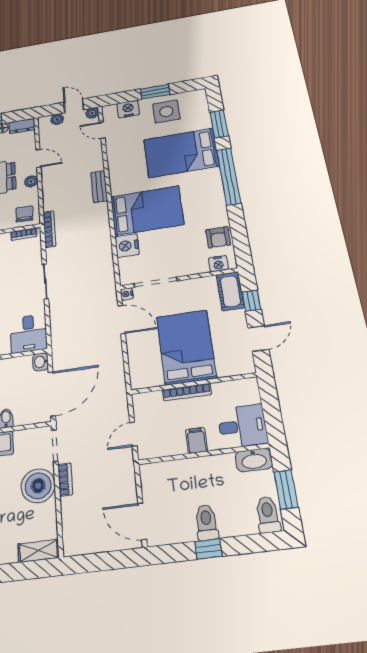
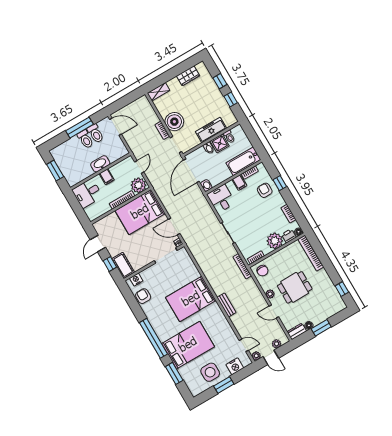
nightstand: (127, 246) -> (192, 272), removed
bed: (186, 347) -> (140, 212), moved, turned 90
plant: (148, 405) -> (139, 185), added
washbasin: (254, 460) -> (100, 164), moved
toilet: (268, 515) -> (95, 133), moved
window: (208, 549) -> (79, 128), width x2.17

